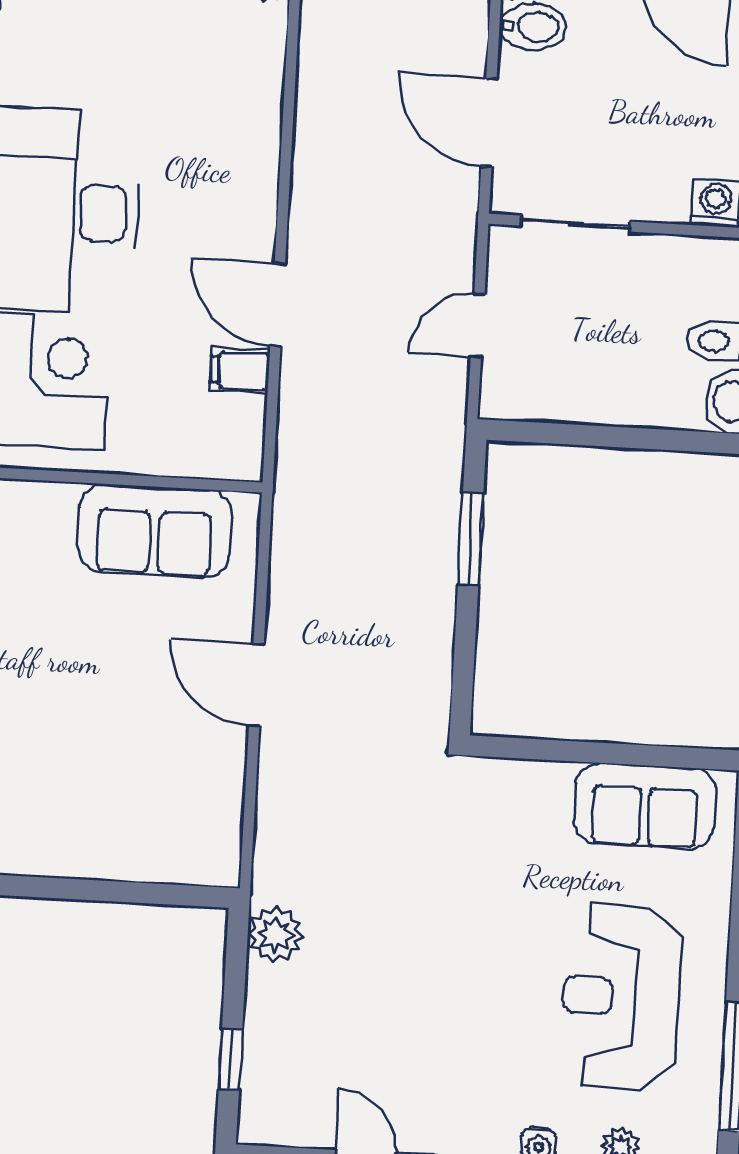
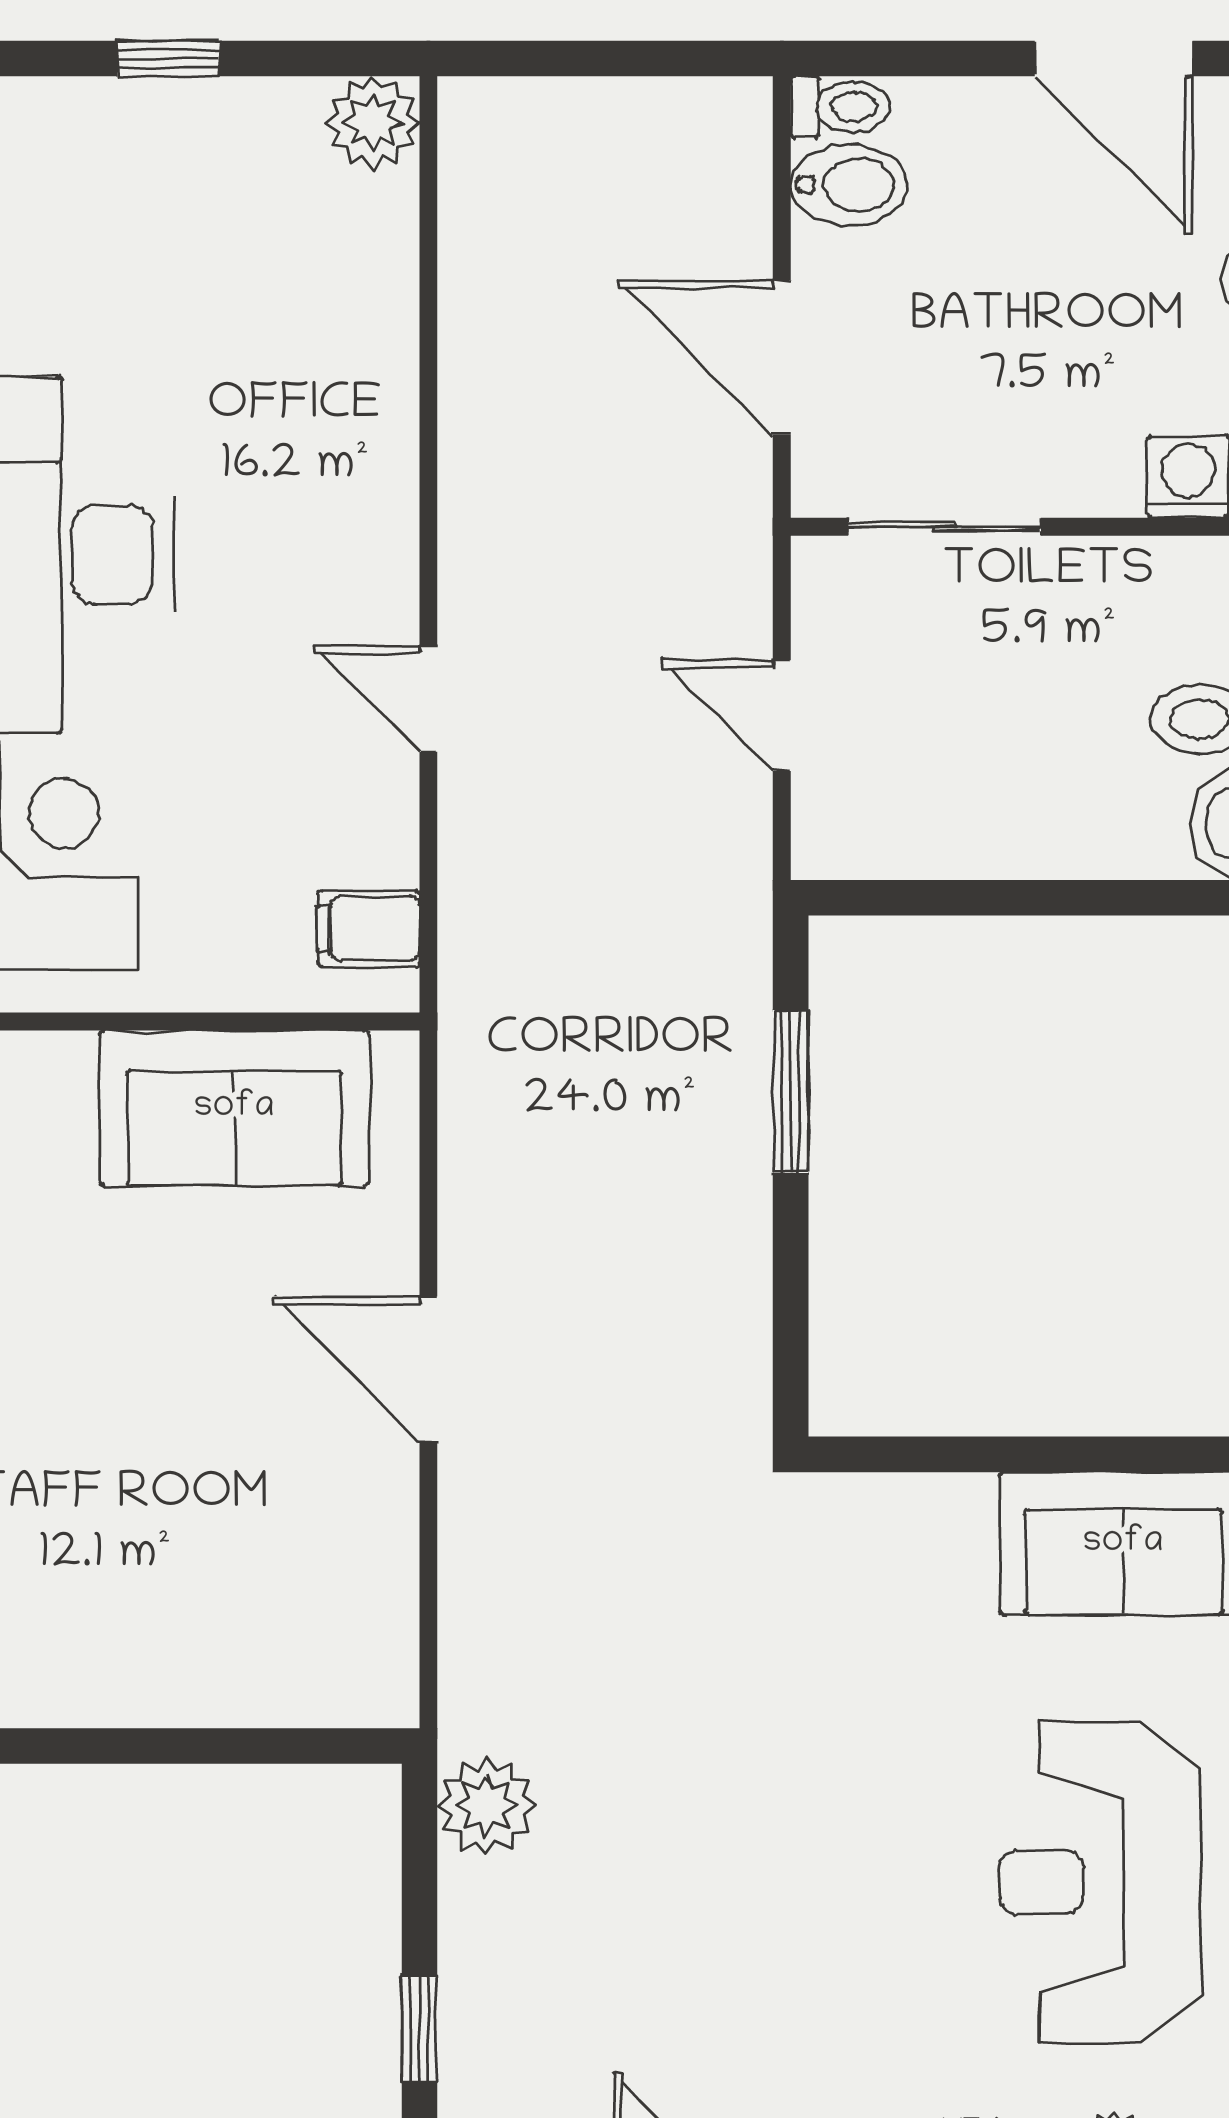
door: (278, 305) -> (428, 699), width x0.73
door: (478, 326) -> (782, 716), hinge flipped
filing cabinet: (240, 370) -> (369, 928), moved

